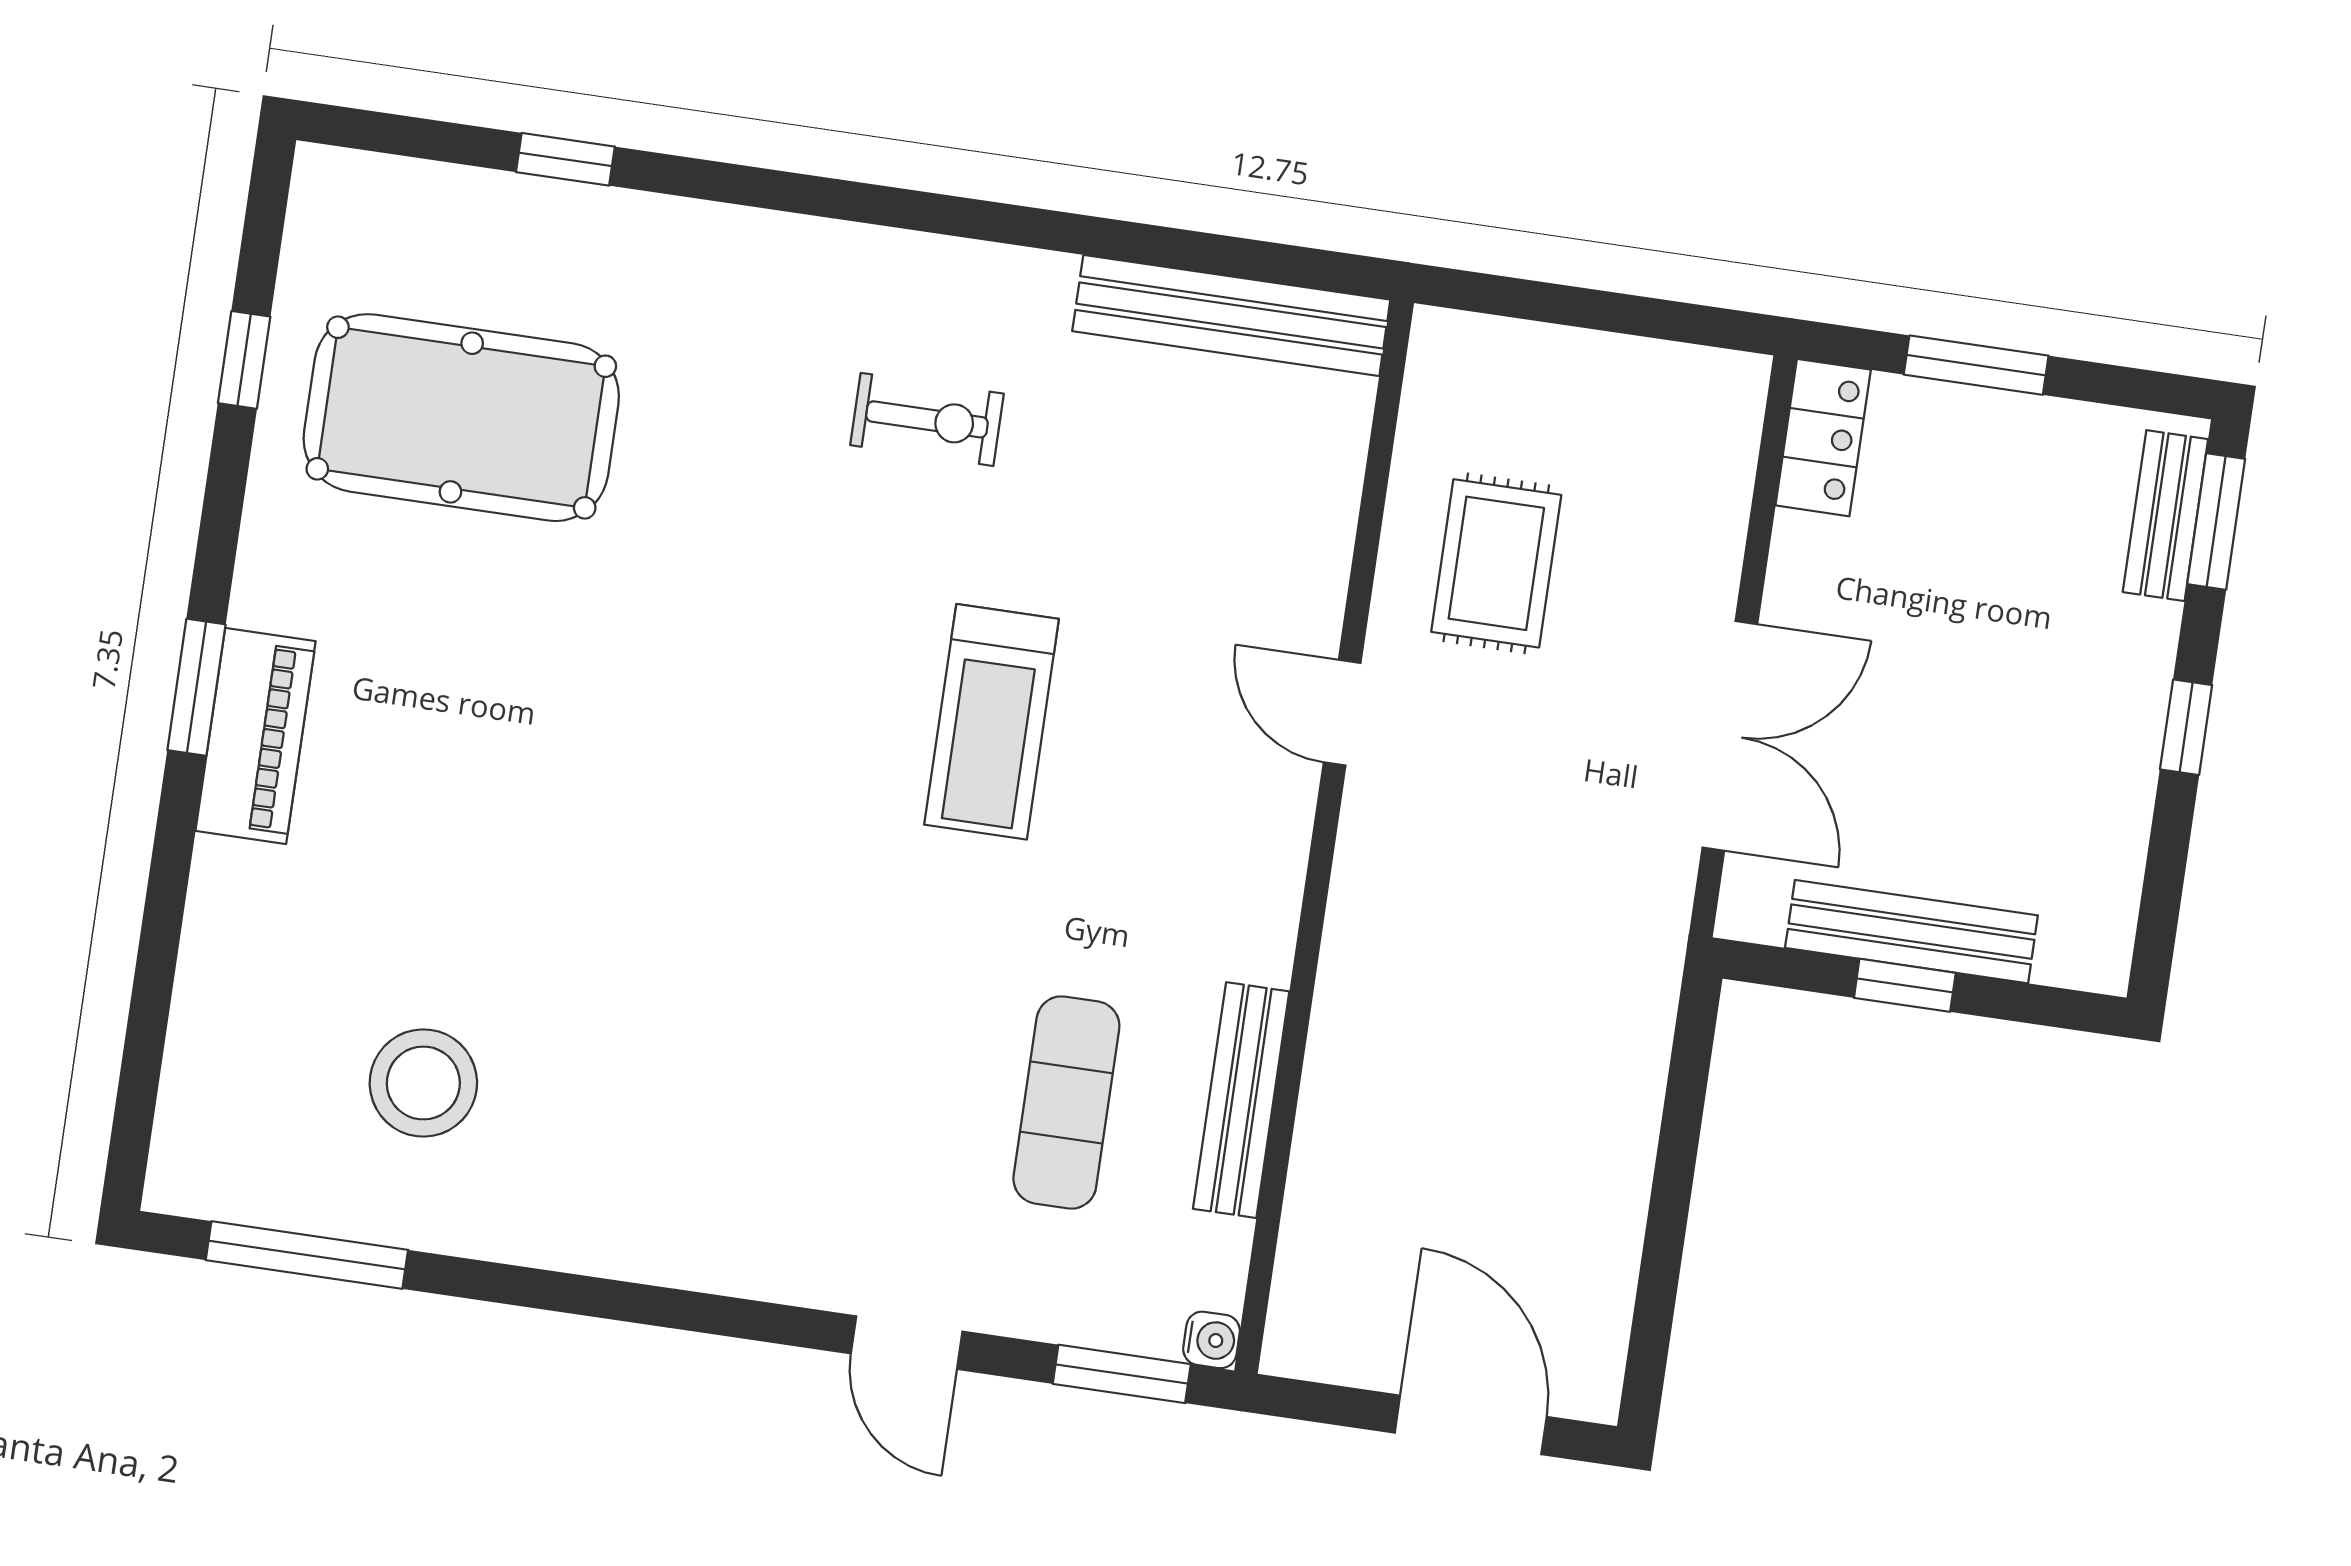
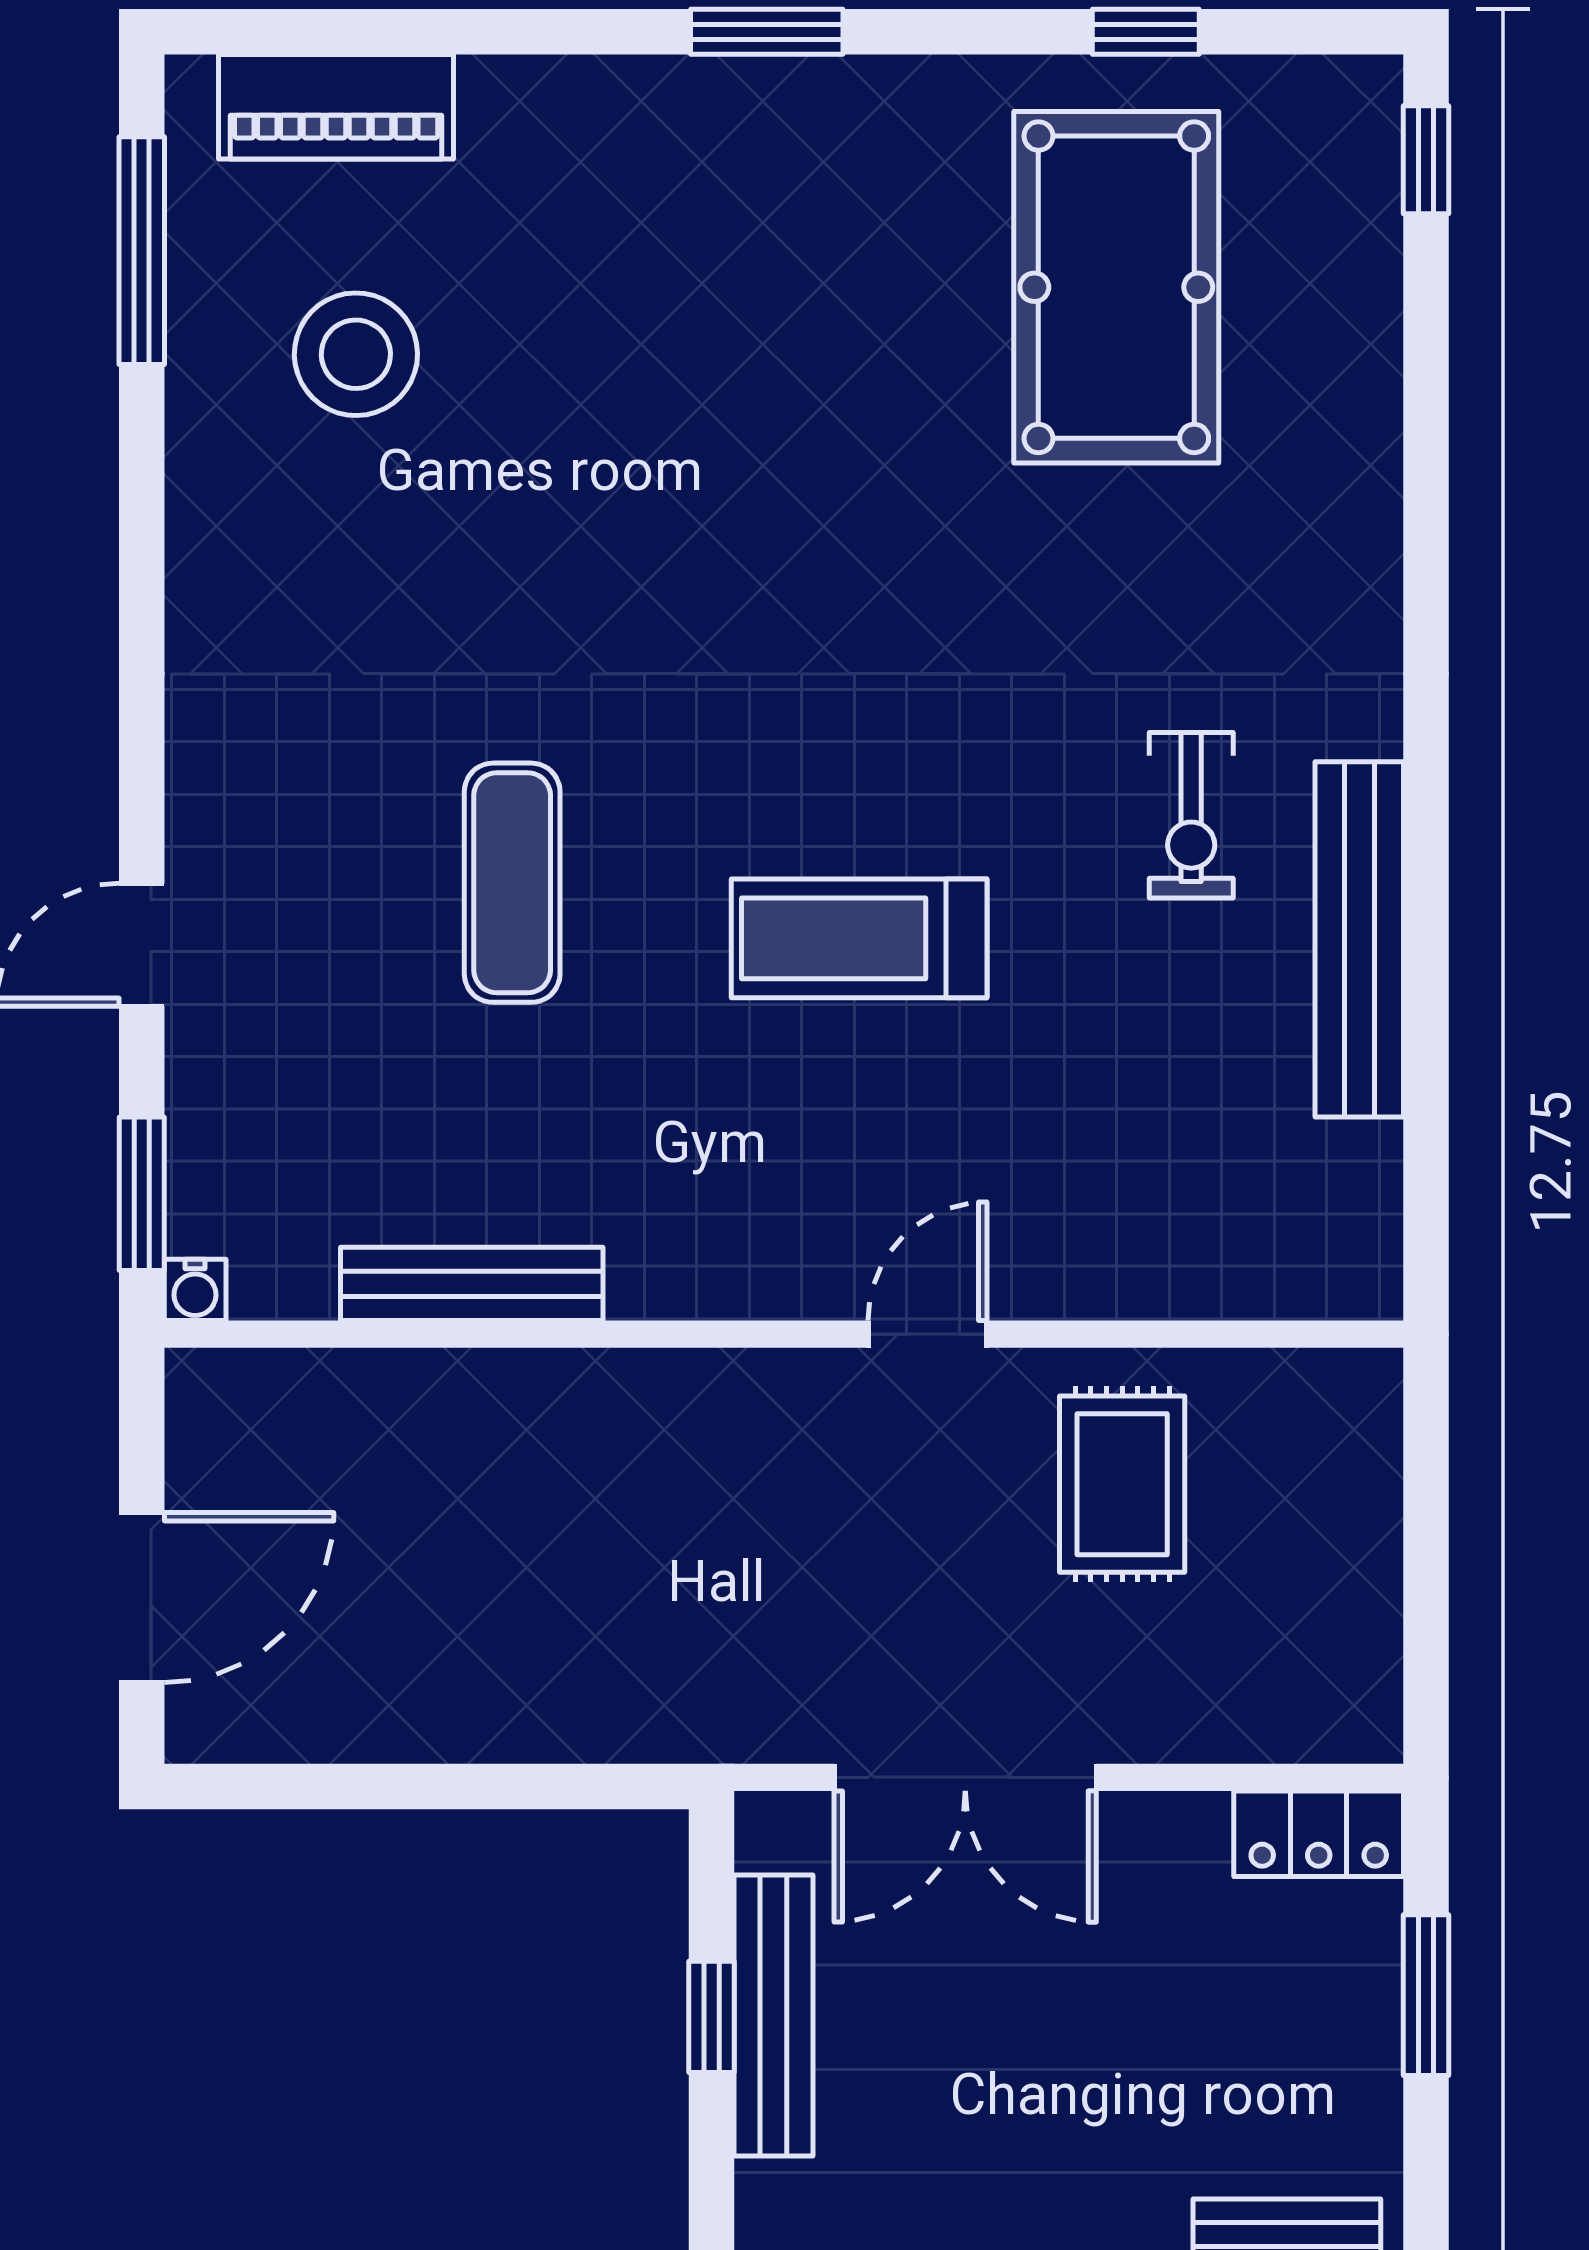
window: (565, 159) -> (1426, 160), moved
bench: (1231, 315) -> (1359, 939), moved
rug: (1496, 563) -> (1122, 1484), turned 90
piano: (256, 736) -> (336, 107), moved
exercise mat: (1066, 1102) -> (512, 883), moved, turned 90

